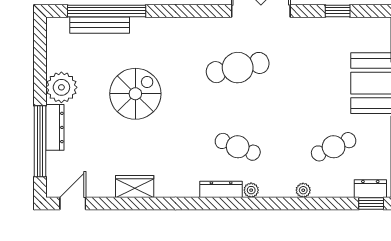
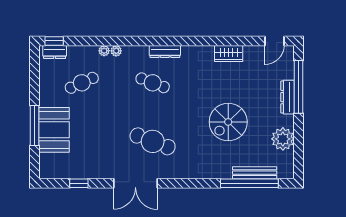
cafe table: (238, 68) -> (153, 141), turned 33
plant: (61, 87) -> (283, 139), moved
plant: (251, 190) -> (116, 51), moved

